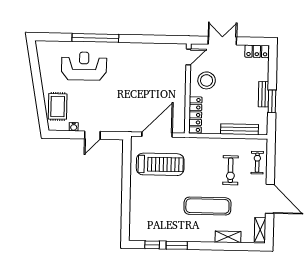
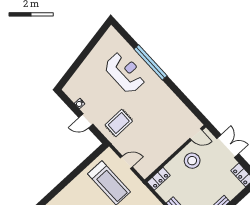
rug: (58, 106) -> (119, 123), moved
locker: (195, 115) -> (159, 179), width x0.66
door: (157, 135) -> (126, 162), width x0.53

